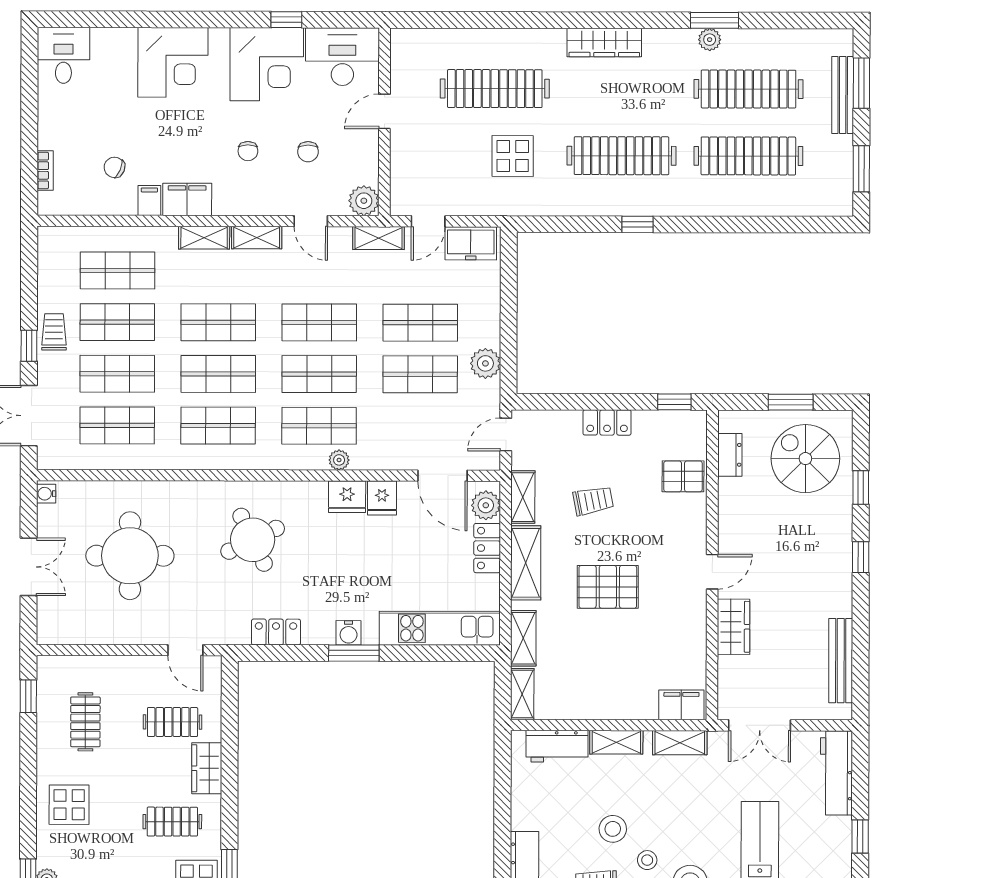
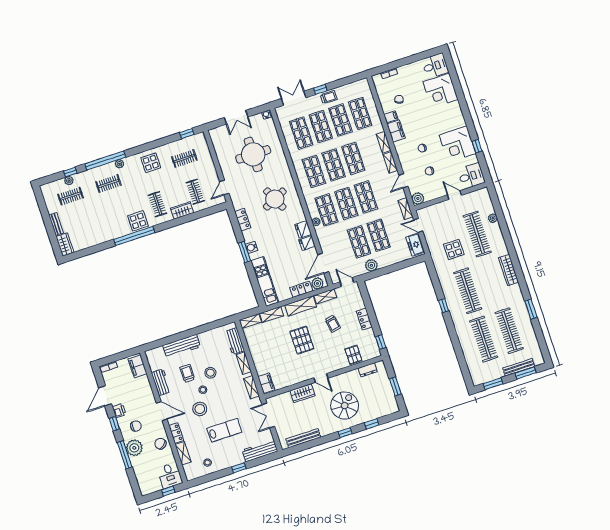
plant: (710, 40) -> (493, 218), moved
desk: (342, 57) -> (471, 176), width x0.73
corner desk: (173, 62) -> (441, 91), moved
spiral stairs: (805, 459) -> (345, 406), moved

